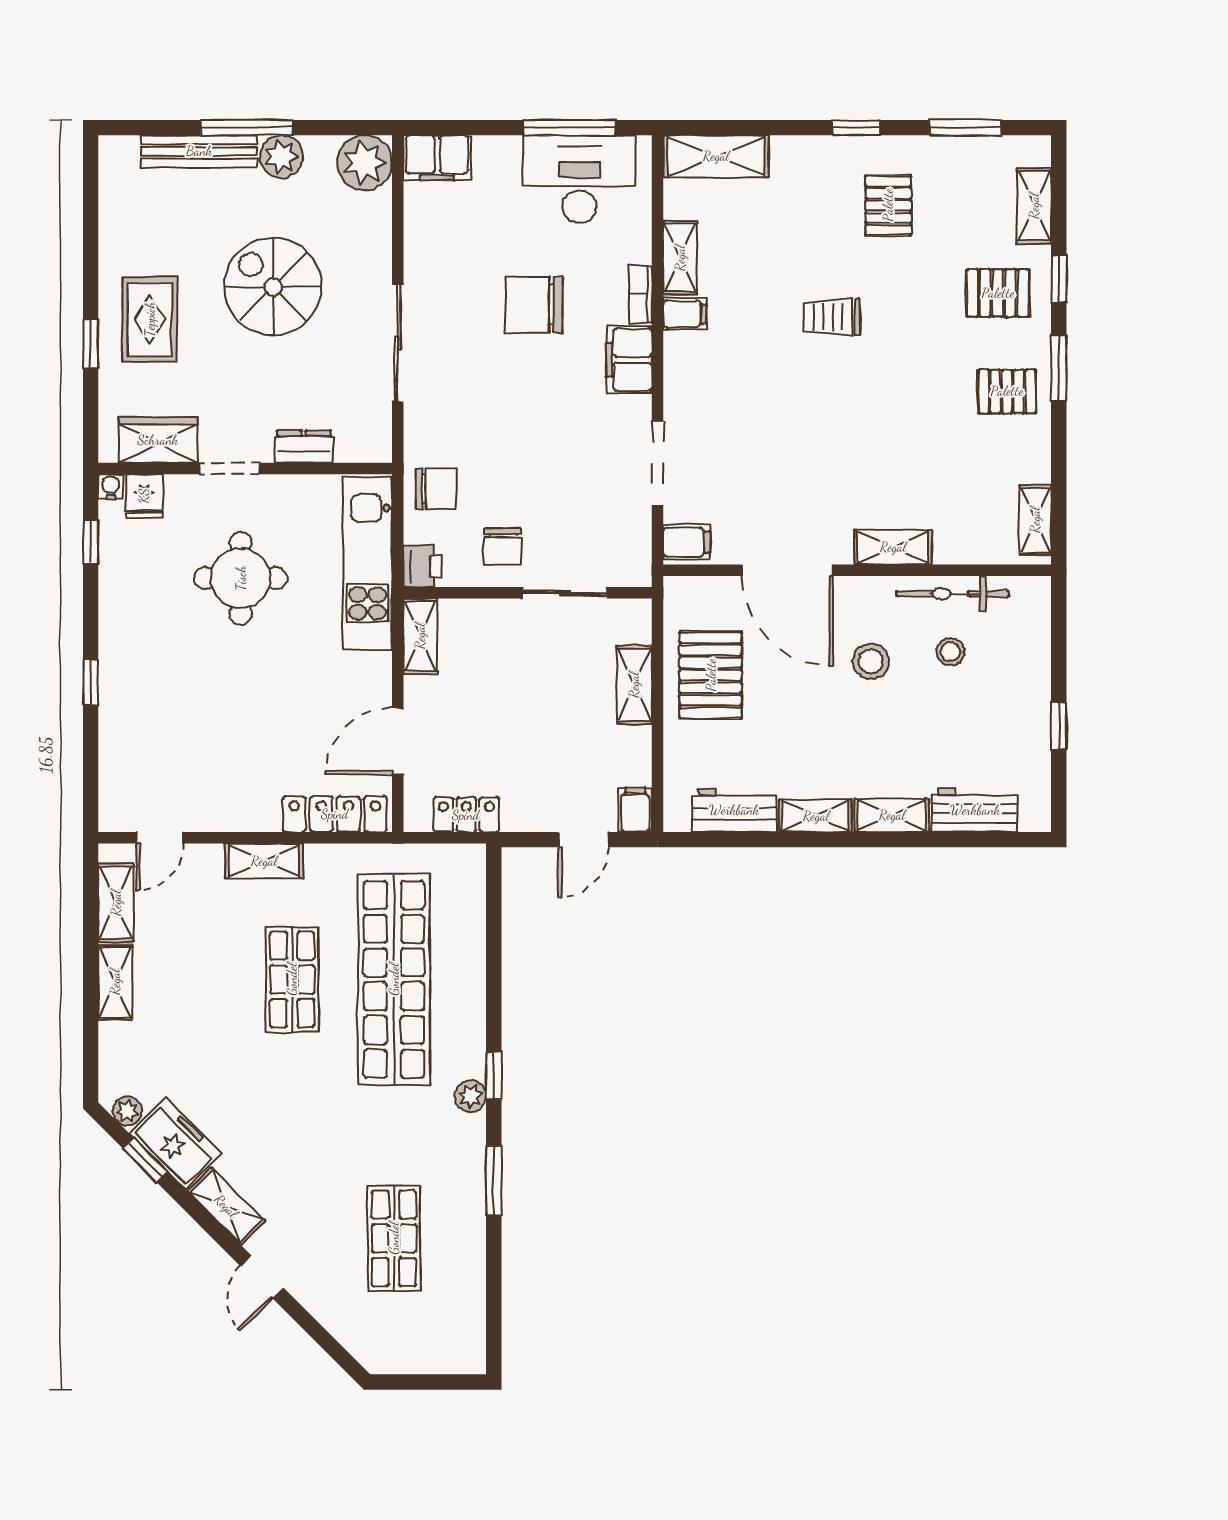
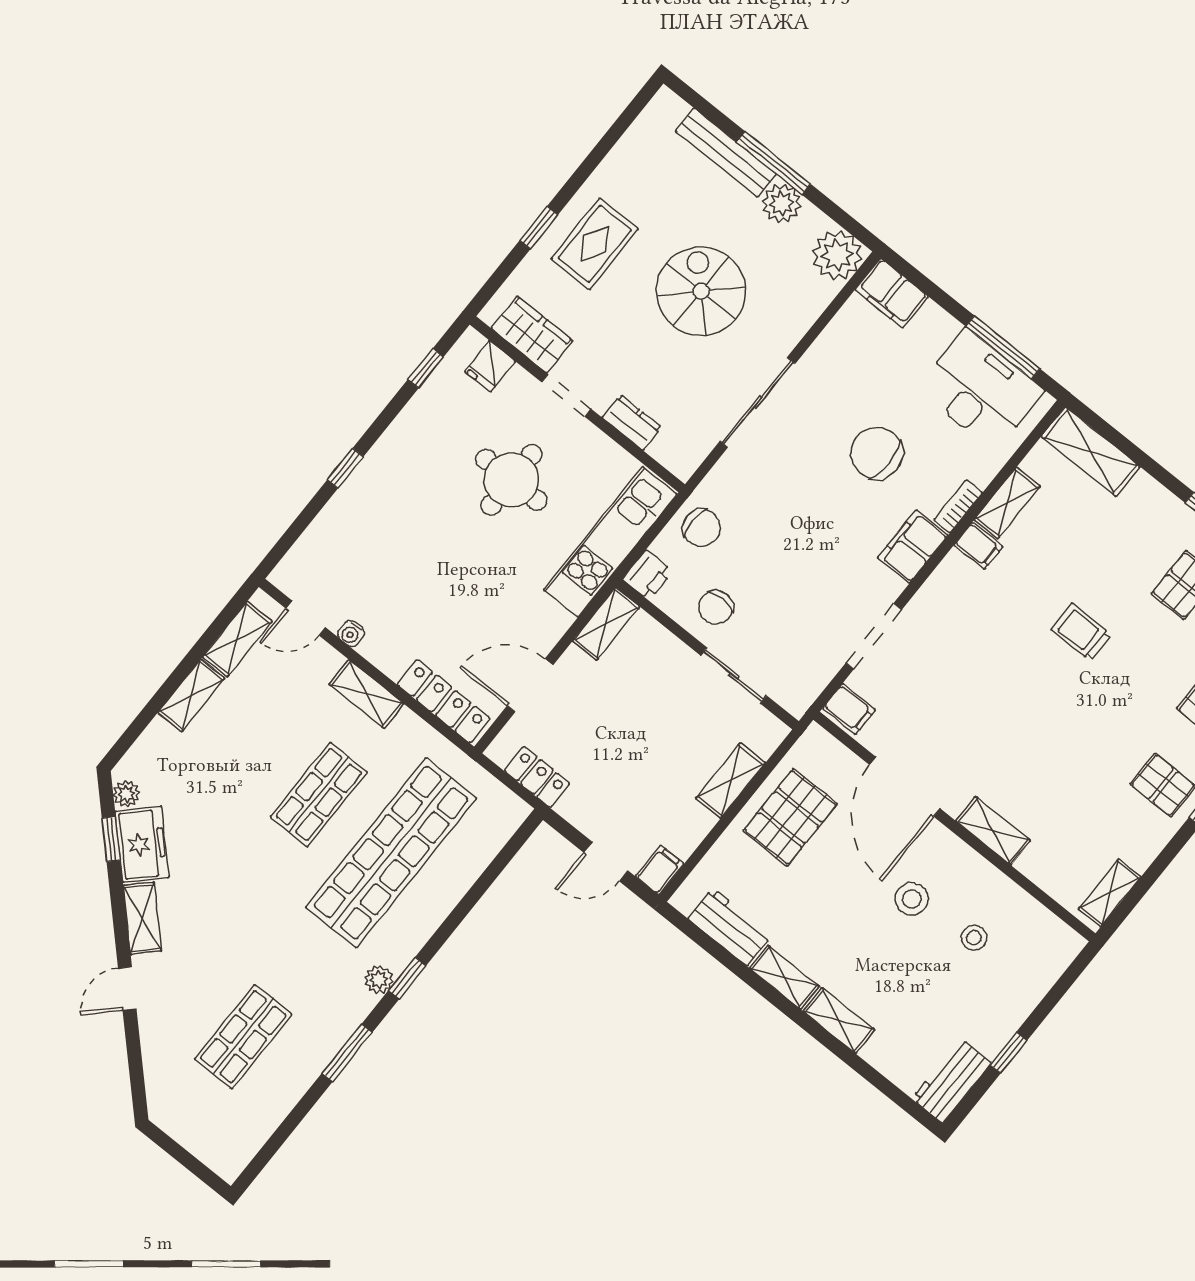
water cooler: (111, 487) -> (351, 633), moved, turned 180
bicycle: (952, 594) -> (1009, 898), removed
workbench: (975, 810) -> (951, 1081), moved, turned -90

